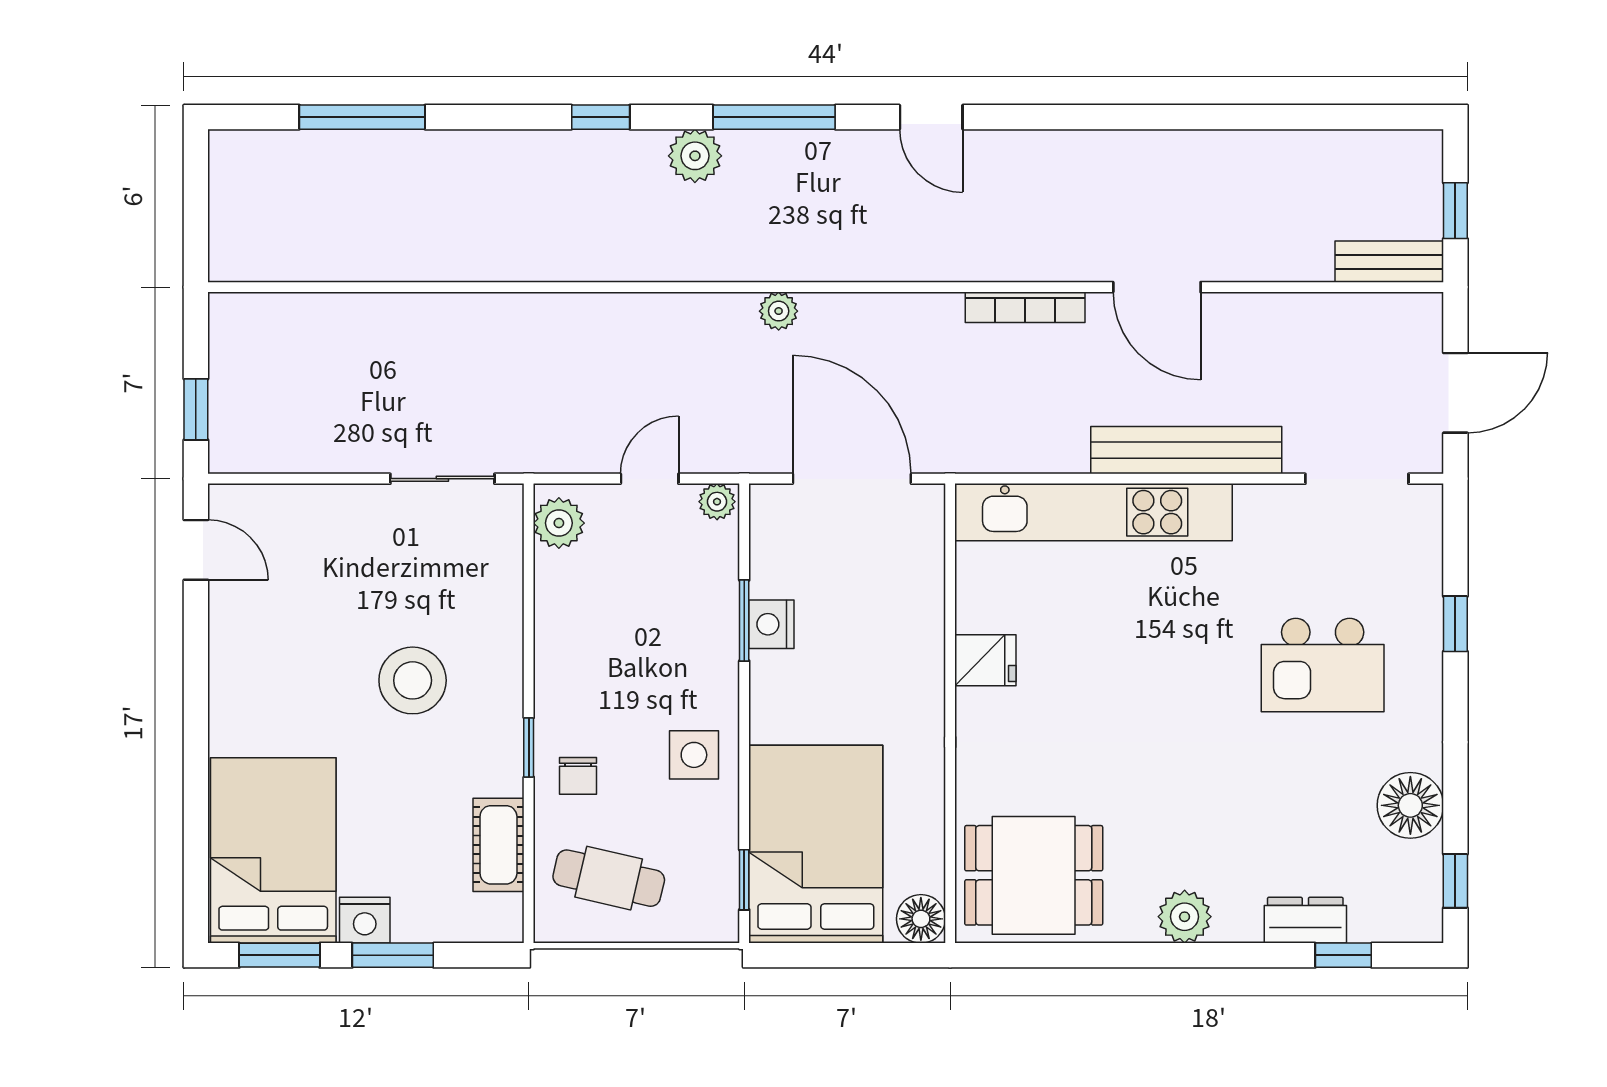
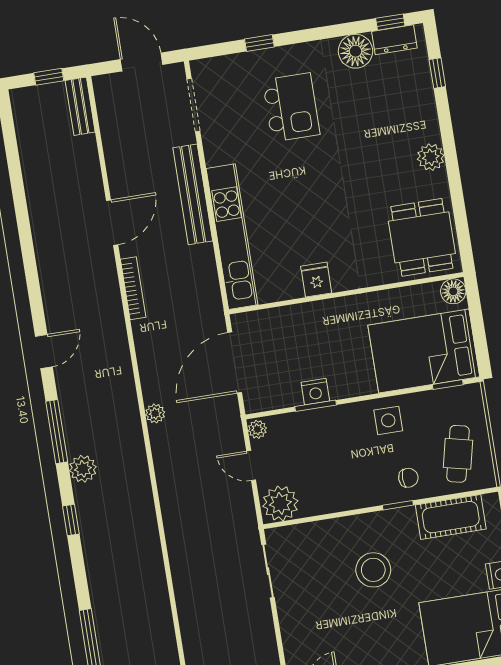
plant: (559, 523) -> (280, 503), width x1.36, depth x1.36
cot: (498, 845) -> (451, 517), width x1.37, depth x1.34
dresser: (1305, 920) -> (394, 40), moved, turned -90

